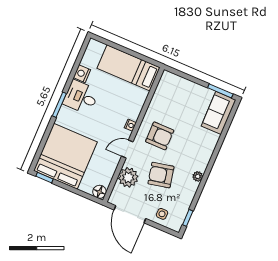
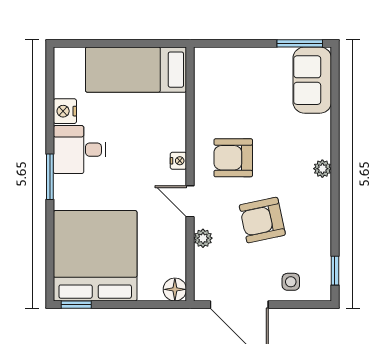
armchair: (160, 136) -> (233, 158), turned 180
door: (127, 149) -> (190, 201), hinge flipped
plant: (198, 176) -> (322, 169), moved
plant: (128, 177) -> (203, 238), width x0.53, depth x0.53

